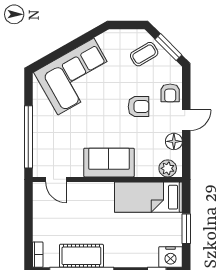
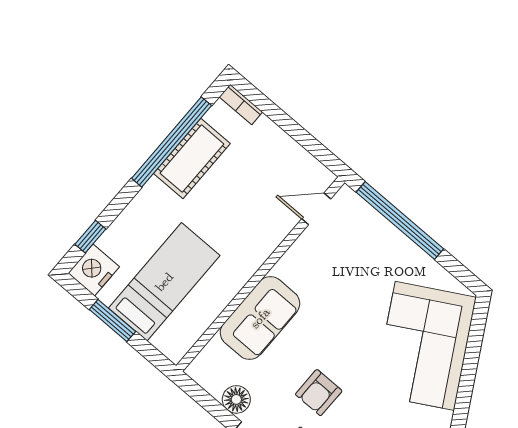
sofa: (109, 163) -> (260, 318), moved
plant: (168, 168) -> (209, 362), removed
bed: (148, 197) -> (164, 282), moved

